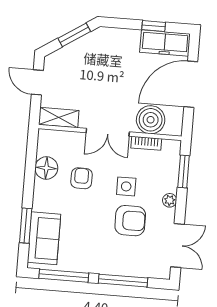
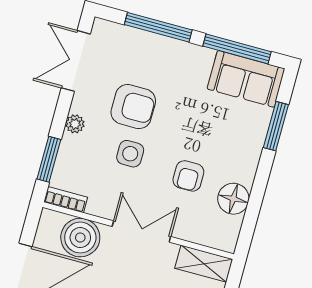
bookcase: (146, 143) -> (66, 200), moved
armchair: (130, 221) -> (133, 107), turned 180
sofa: (44, 238) -> (246, 79), moved, turned -90

